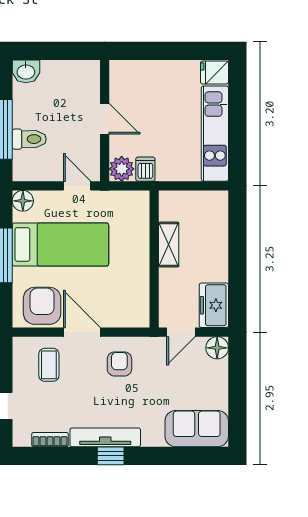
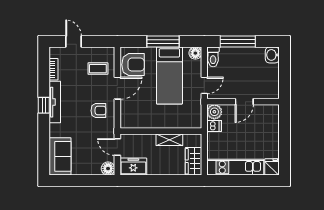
toilet: (29, 139) -> (213, 57), moved
wardrobe: (205, 204) -> (194, 161), added

